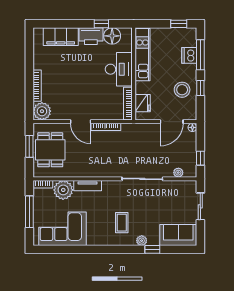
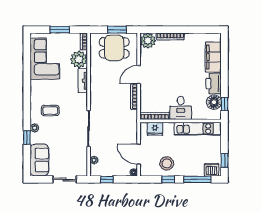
window: (101, 24) -> (224, 104), moved
dishwasher: (189, 55) -> (211, 170), moved
desk: (119, 69) -> (181, 108), width x0.73
window: (29, 212) -> (60, 30), width x0.69

